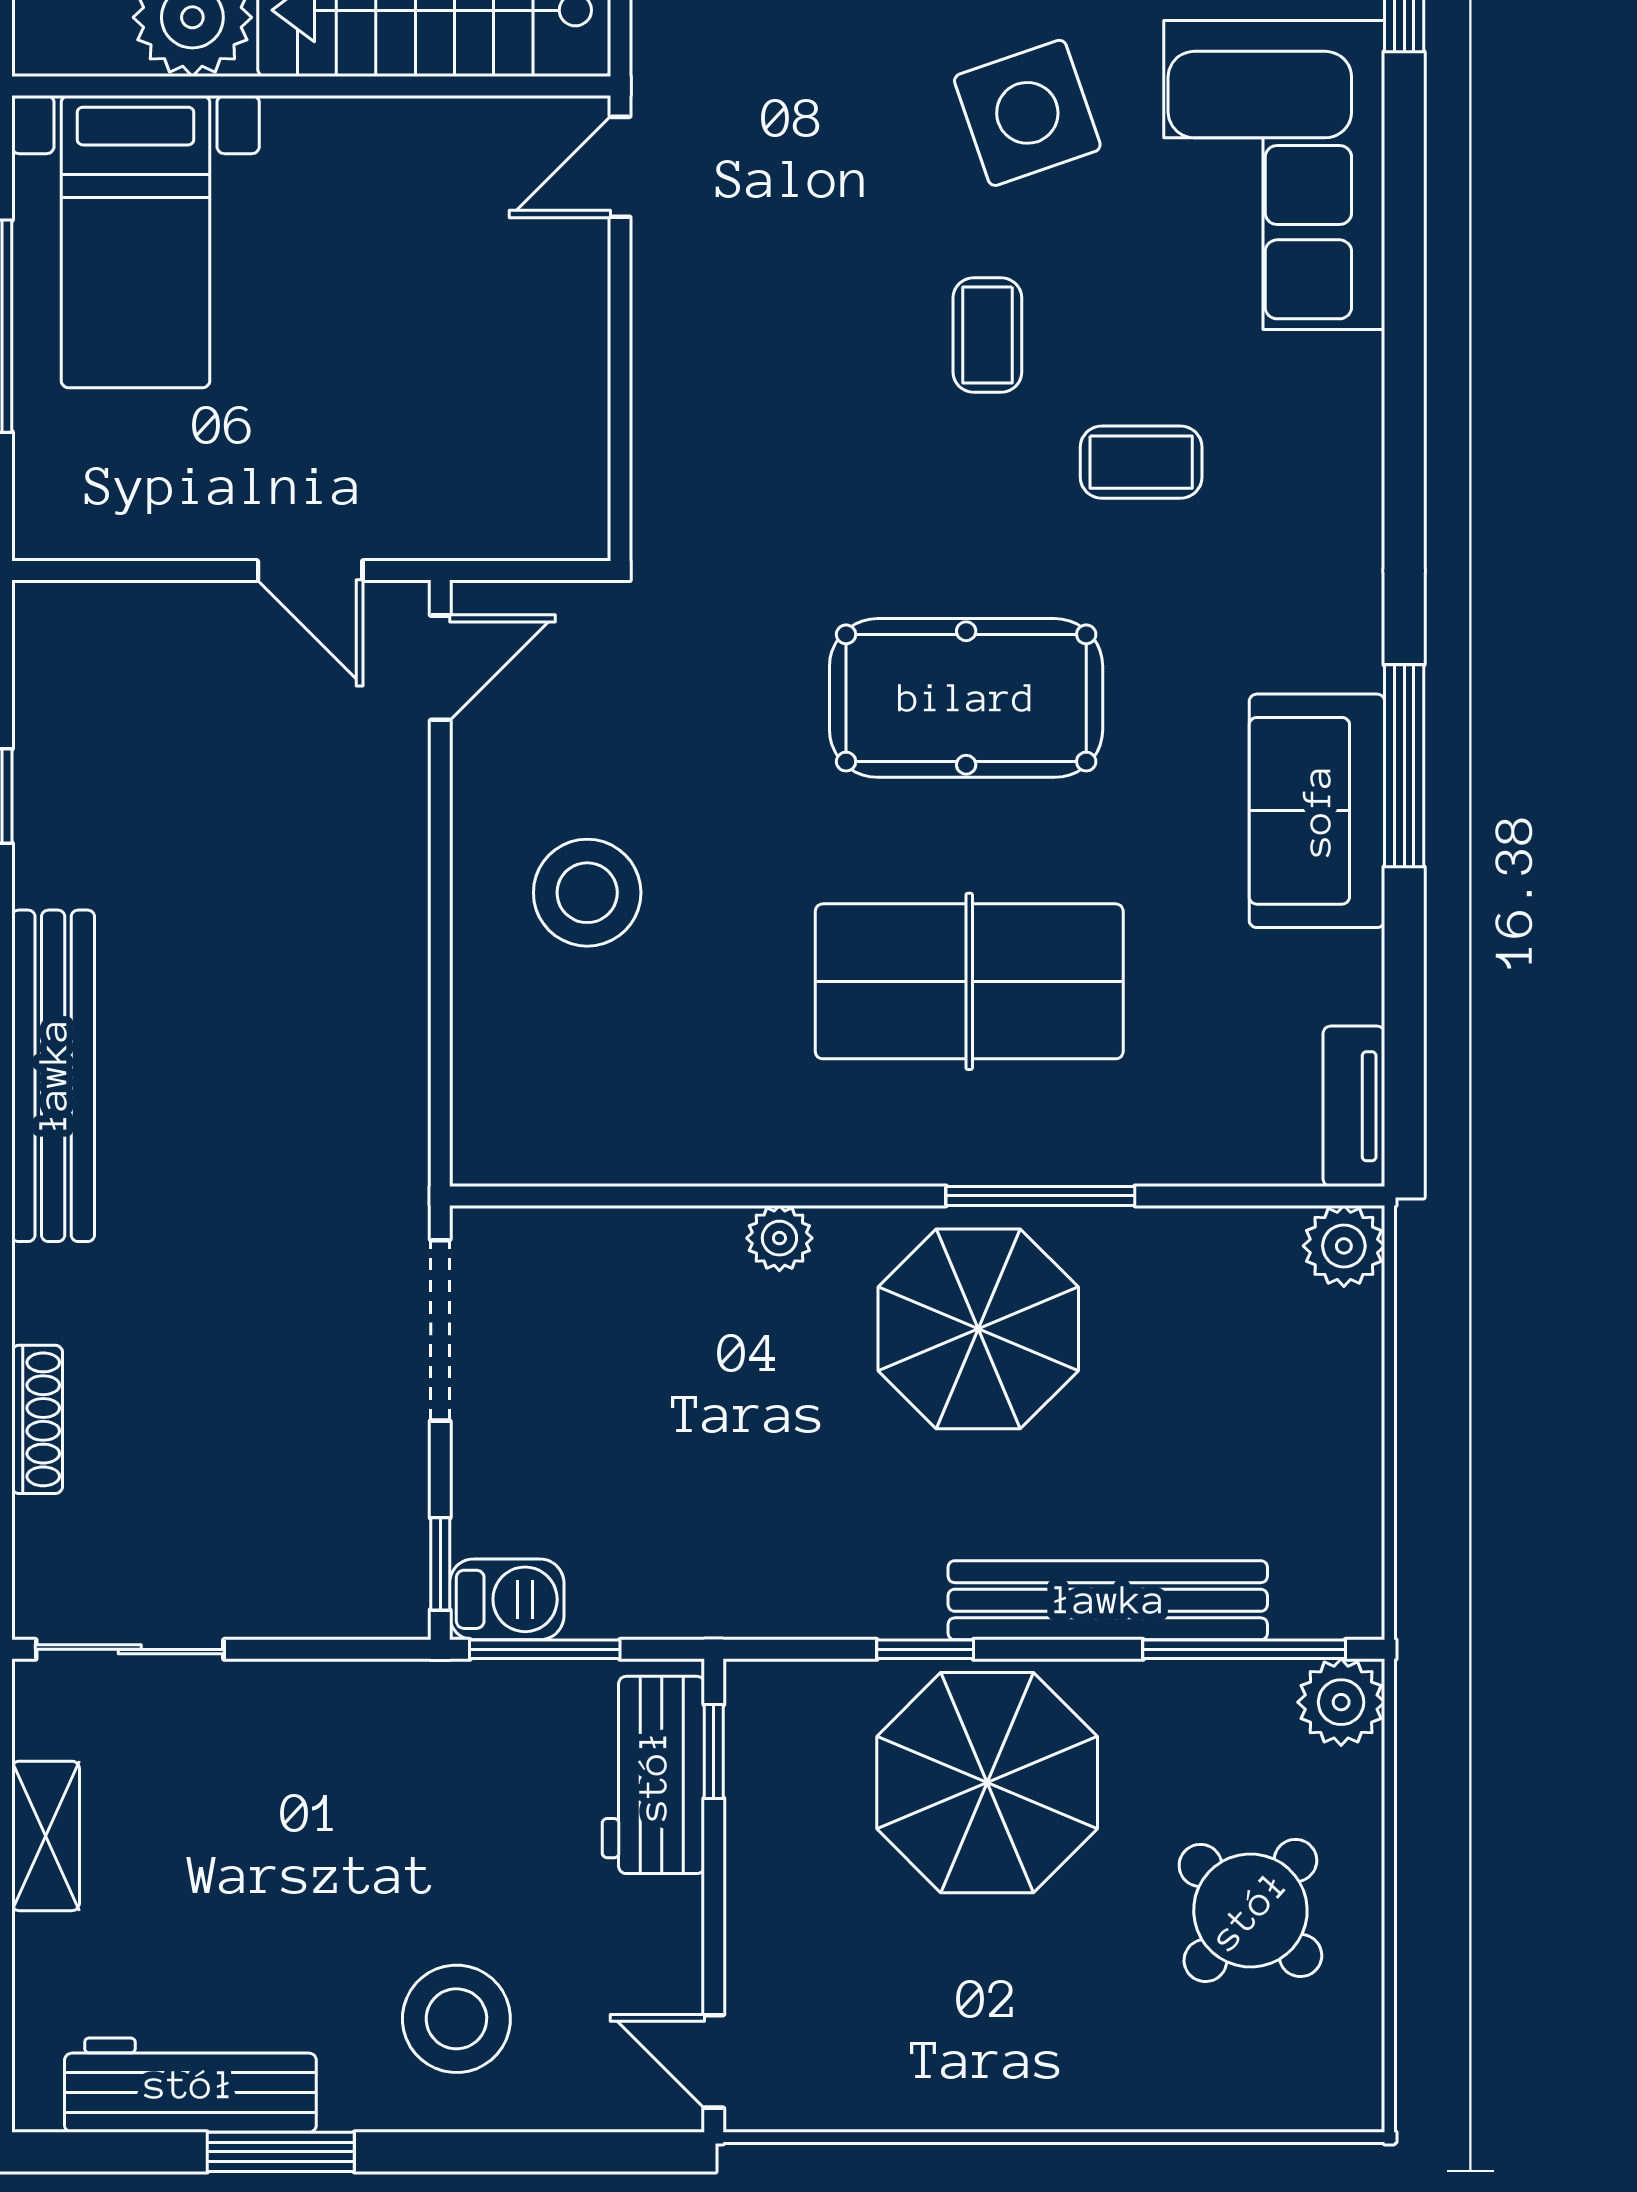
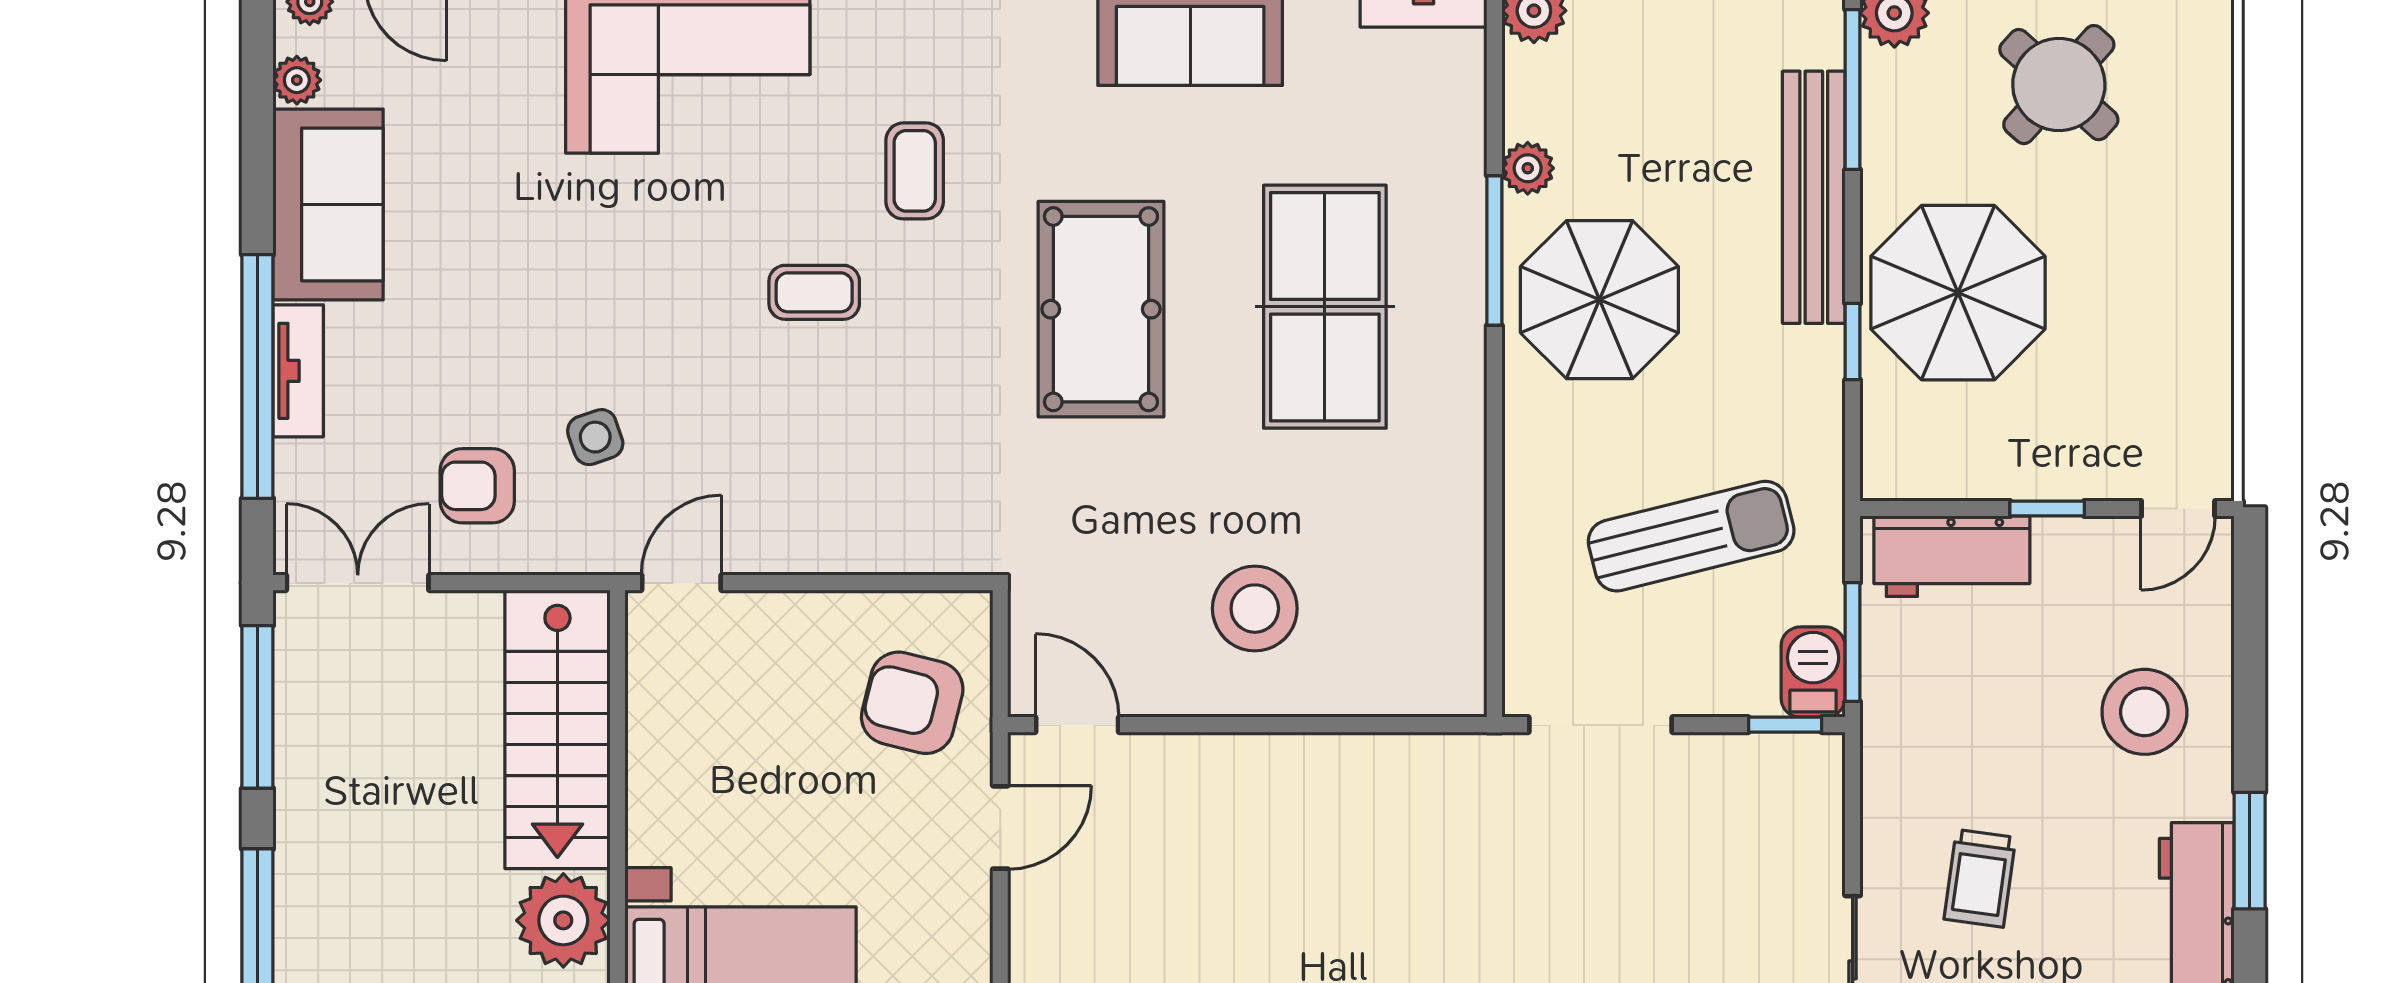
side table: (1027, 113) -> (595, 437), moved, width x0.54, depth x0.54
door: (620, 167) -> (681, 583), swing flipped
armchair: (468, 459) -> (912, 703), added
plant: (779, 1238) -> (1528, 168), moved
sun lounger: (679, 1445) -> (1691, 536), added
window: (714, 1752) -> (2047, 508), moved
trolley: (246, 1810) -> (1980, 878), added

